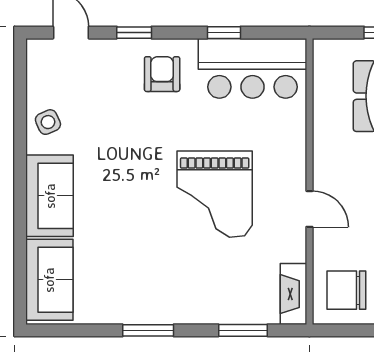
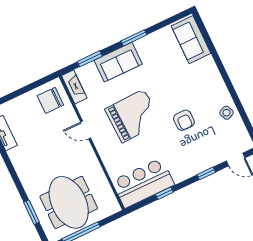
armchair: (162, 74) -> (184, 120), moved
grand piano: (215, 194) -> (133, 116), turned 88
sofa: (50, 196) -> (118, 62), moved, turned -90
chair: (346, 290) -> (50, 100), turned 180

